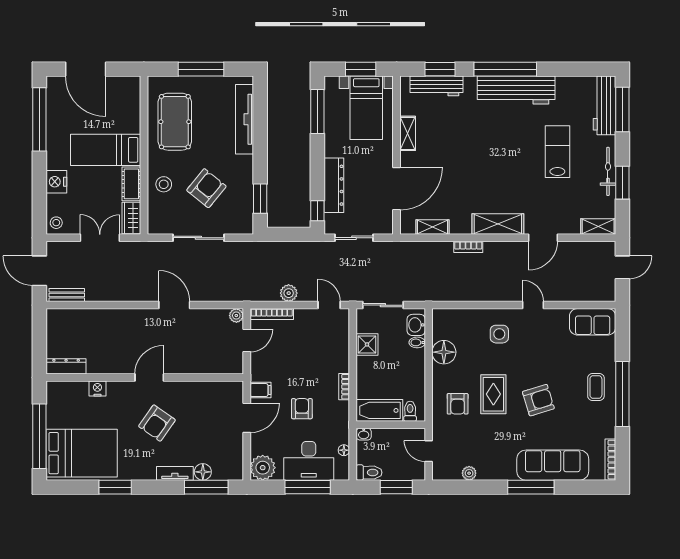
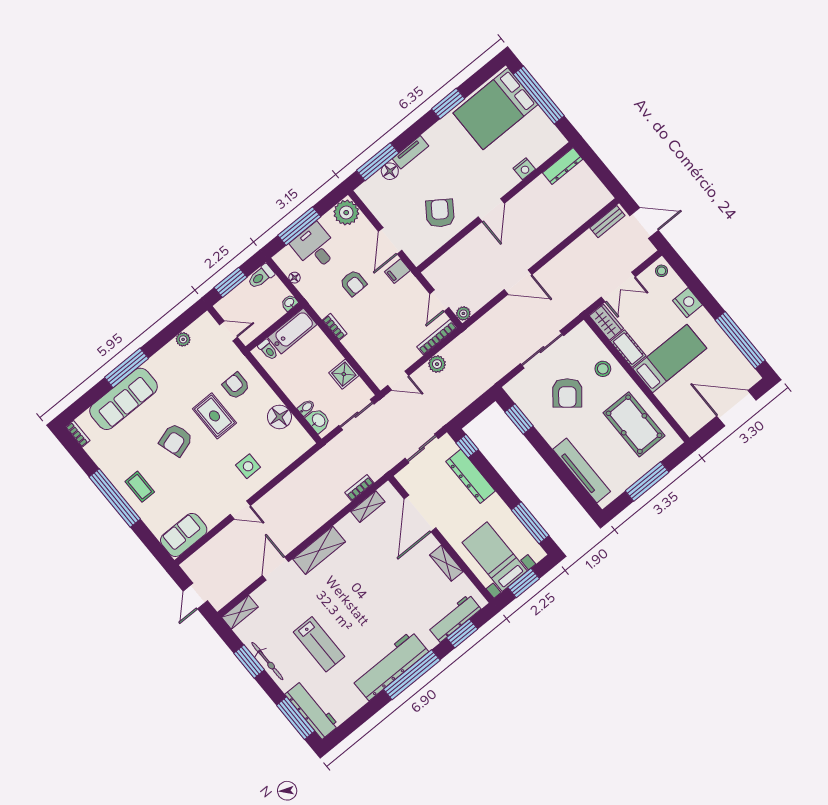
bookcase: (468, 247) -> (359, 488), moved
armchair: (157, 423) -> (440, 213), moved
bookcase: (610, 460) -> (78, 434), width x0.64
desk: (309, 461) -> (315, 247), width x0.73

